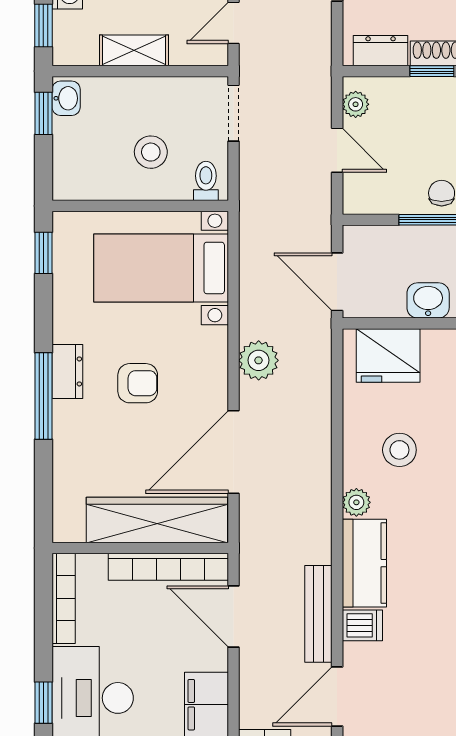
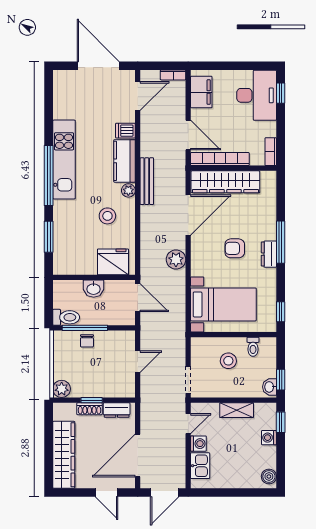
plant: (356, 104) -> (129, 384), removed
door: (337, 150) -> (138, 362), swing flipped
toilet: (206, 181) -> (253, 347), moved
bookcase: (64, 598) -> (271, 152), width x0.64
bench: (318, 614) -> (147, 181), moved

